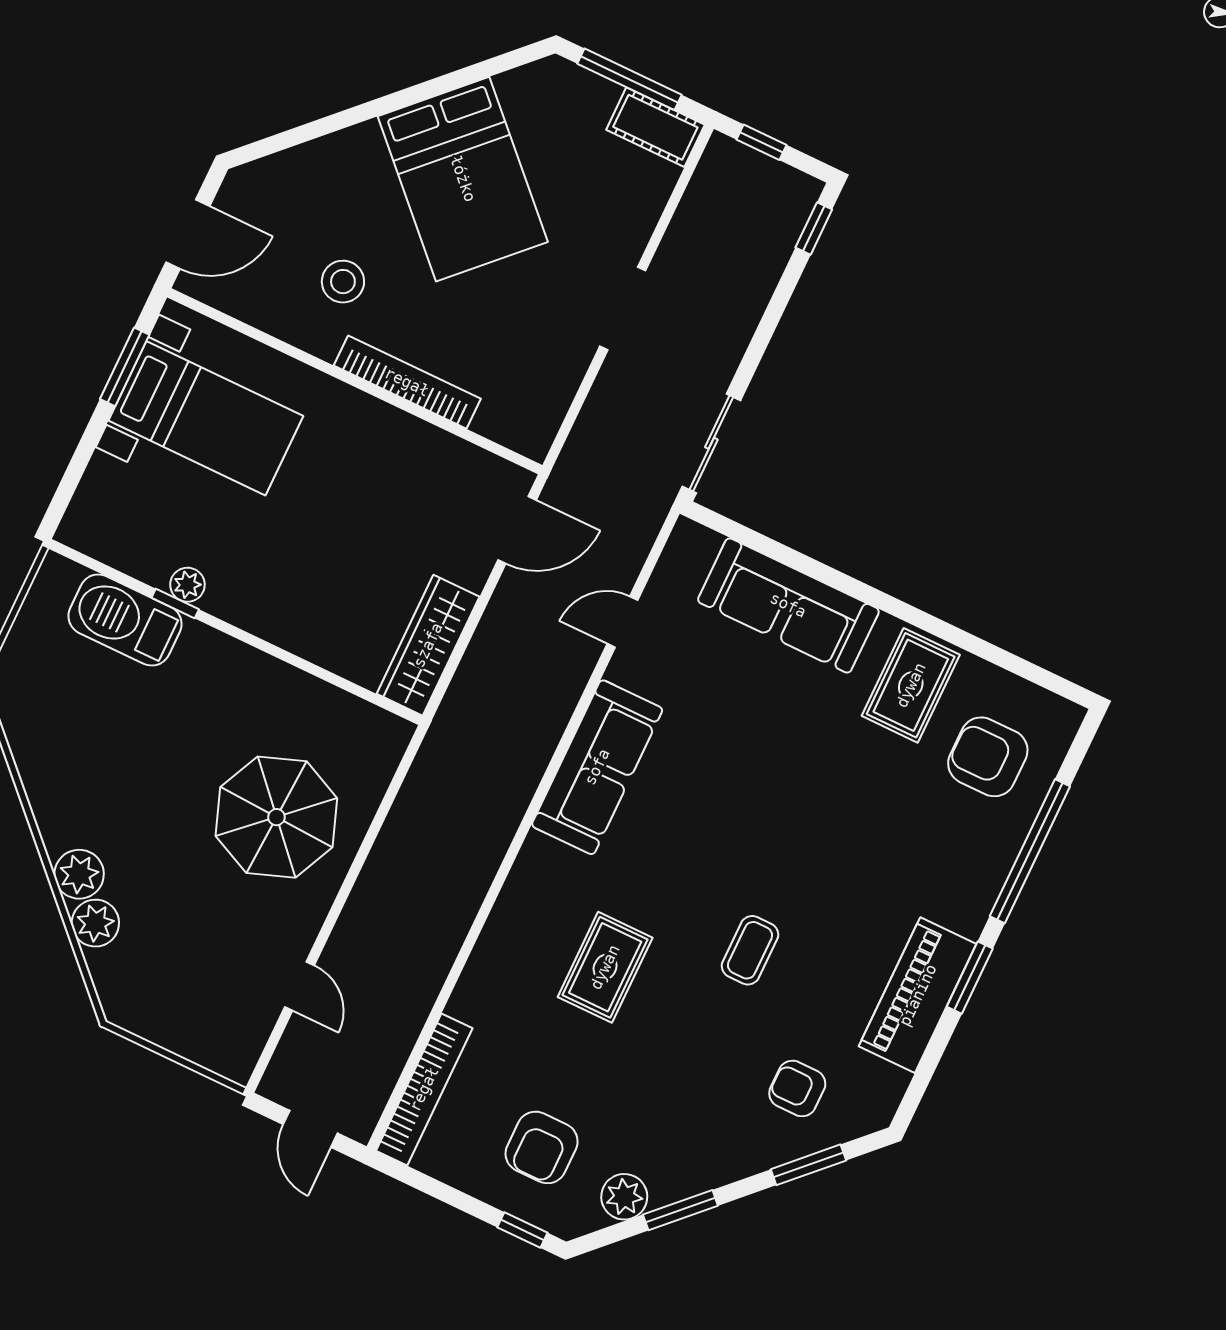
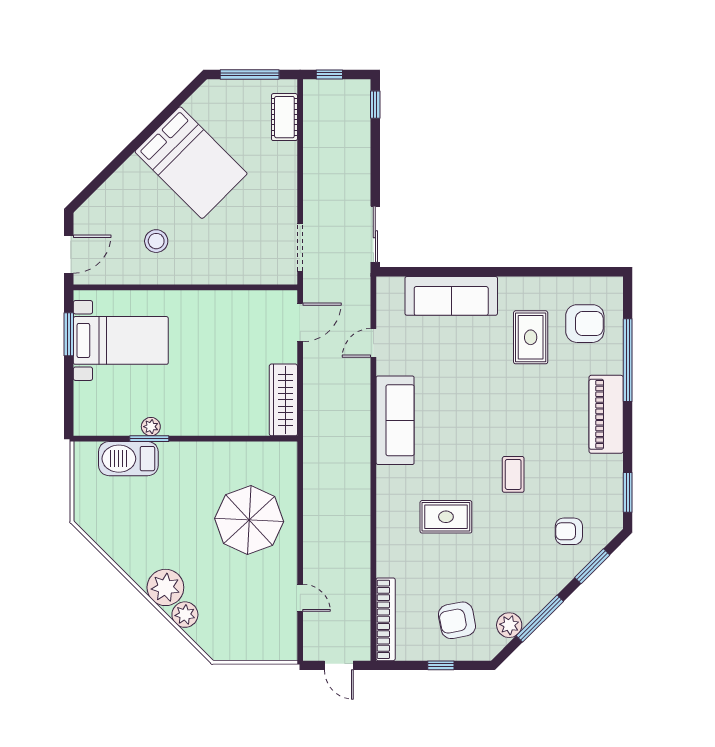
cot: (655, 127) -> (284, 117), moved, turned 90
doorway: (623, 309) -> (300, 247), moved
bookcase: (407, 382) -> (211, 275), removed
window: (175, 603) -> (149, 439), width x1.50
rug: (911, 685) -> (531, 337), moved
armchair: (988, 757) -> (585, 324), turned 180
plant: (79, 874) -> (165, 587), width x1.36, depth x1.36
rug: (605, 967) -> (446, 517), turned 90
window: (970, 978) -> (628, 492), moved
piano: (918, 995) -> (606, 414), moved
armchair: (542, 1147) -> (457, 620), turned 79
window: (680, 1210) -> (540, 619), width x1.44
window: (522, 1230) -> (441, 665), moved

